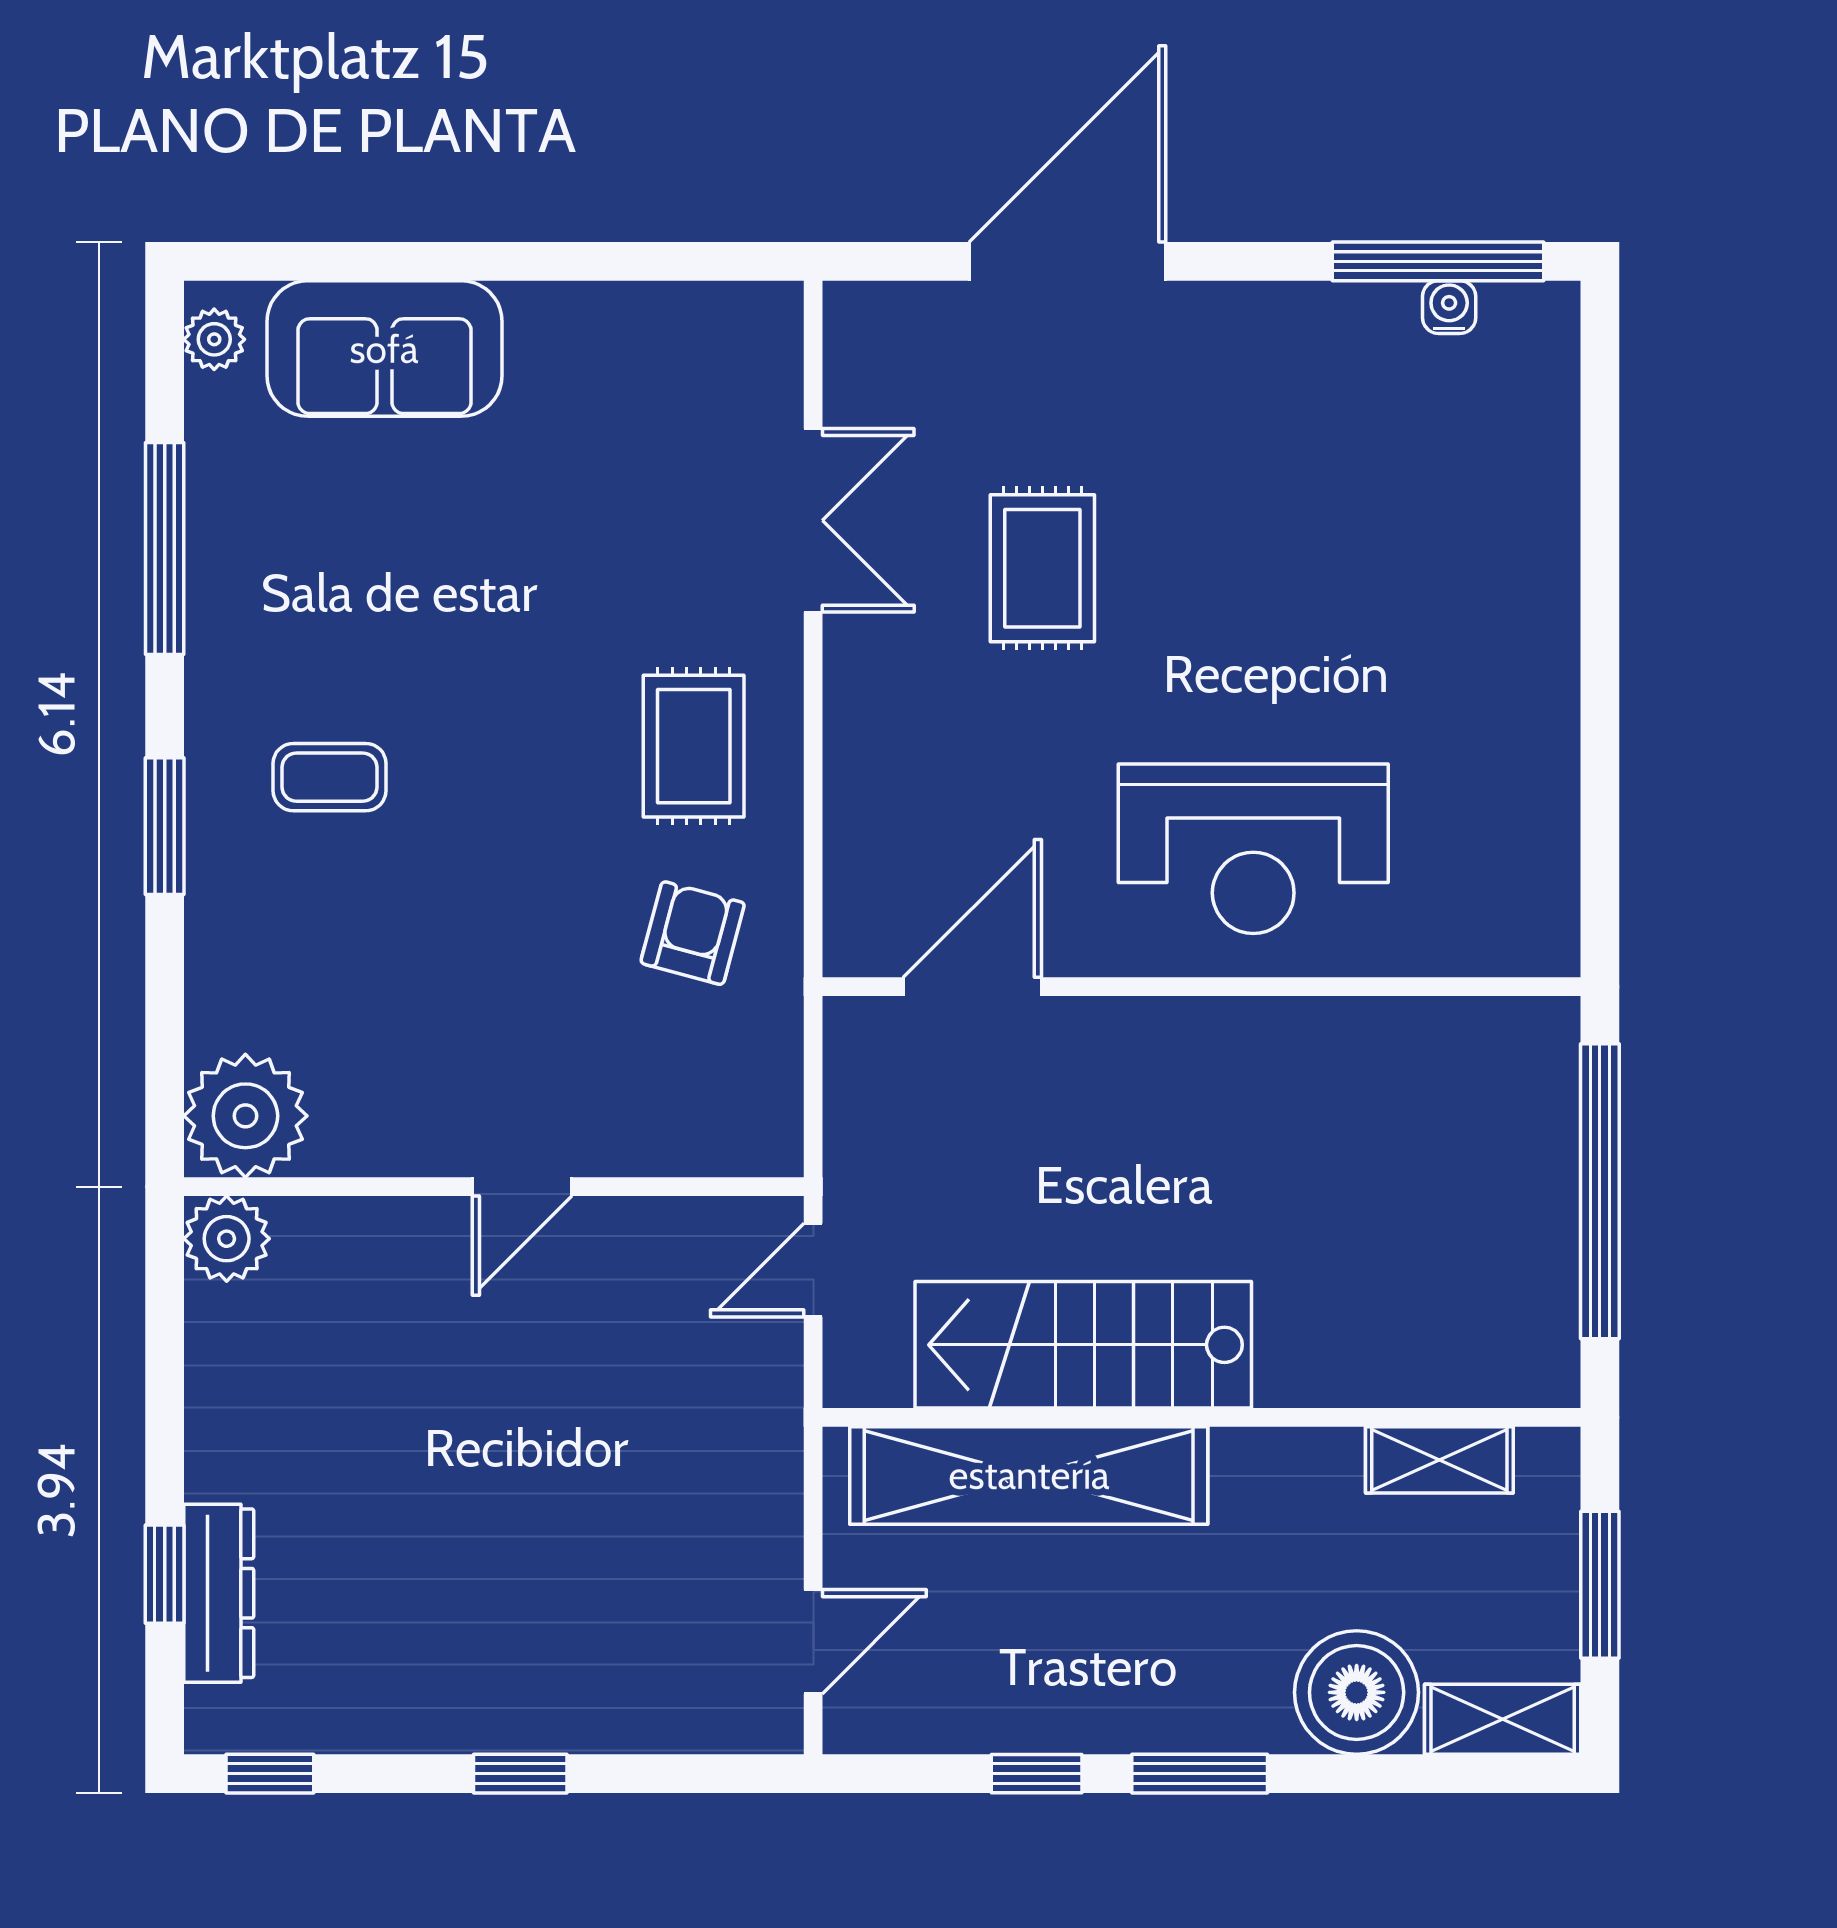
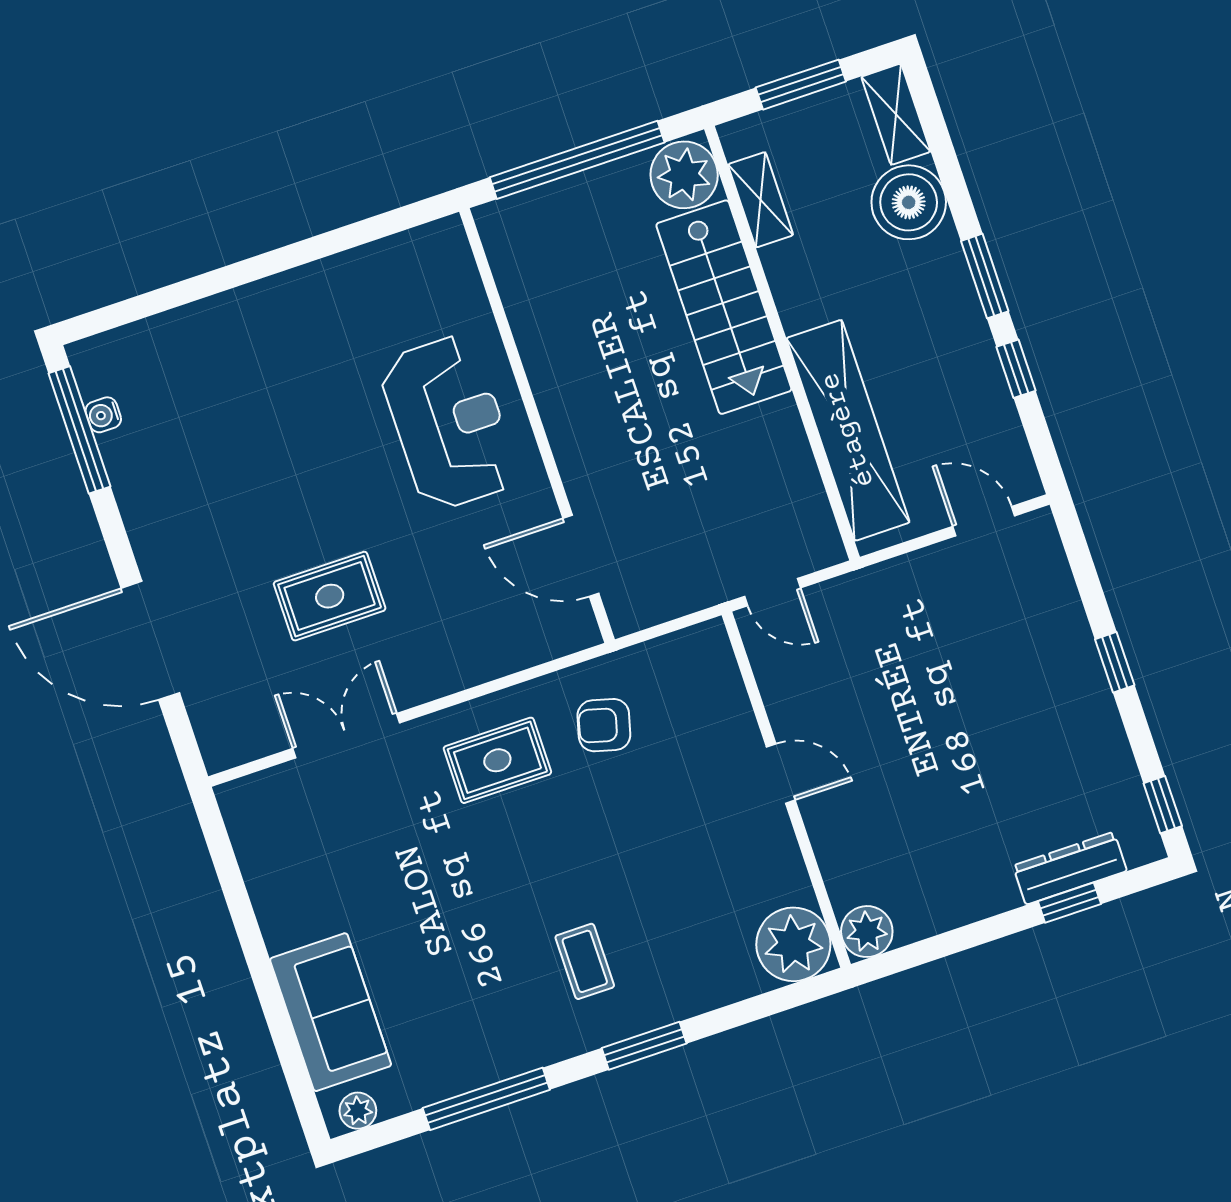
stairs: (1083, 1345) -> (724, 307), moved
plant: (1519, 1352) -> (684, 175), added

